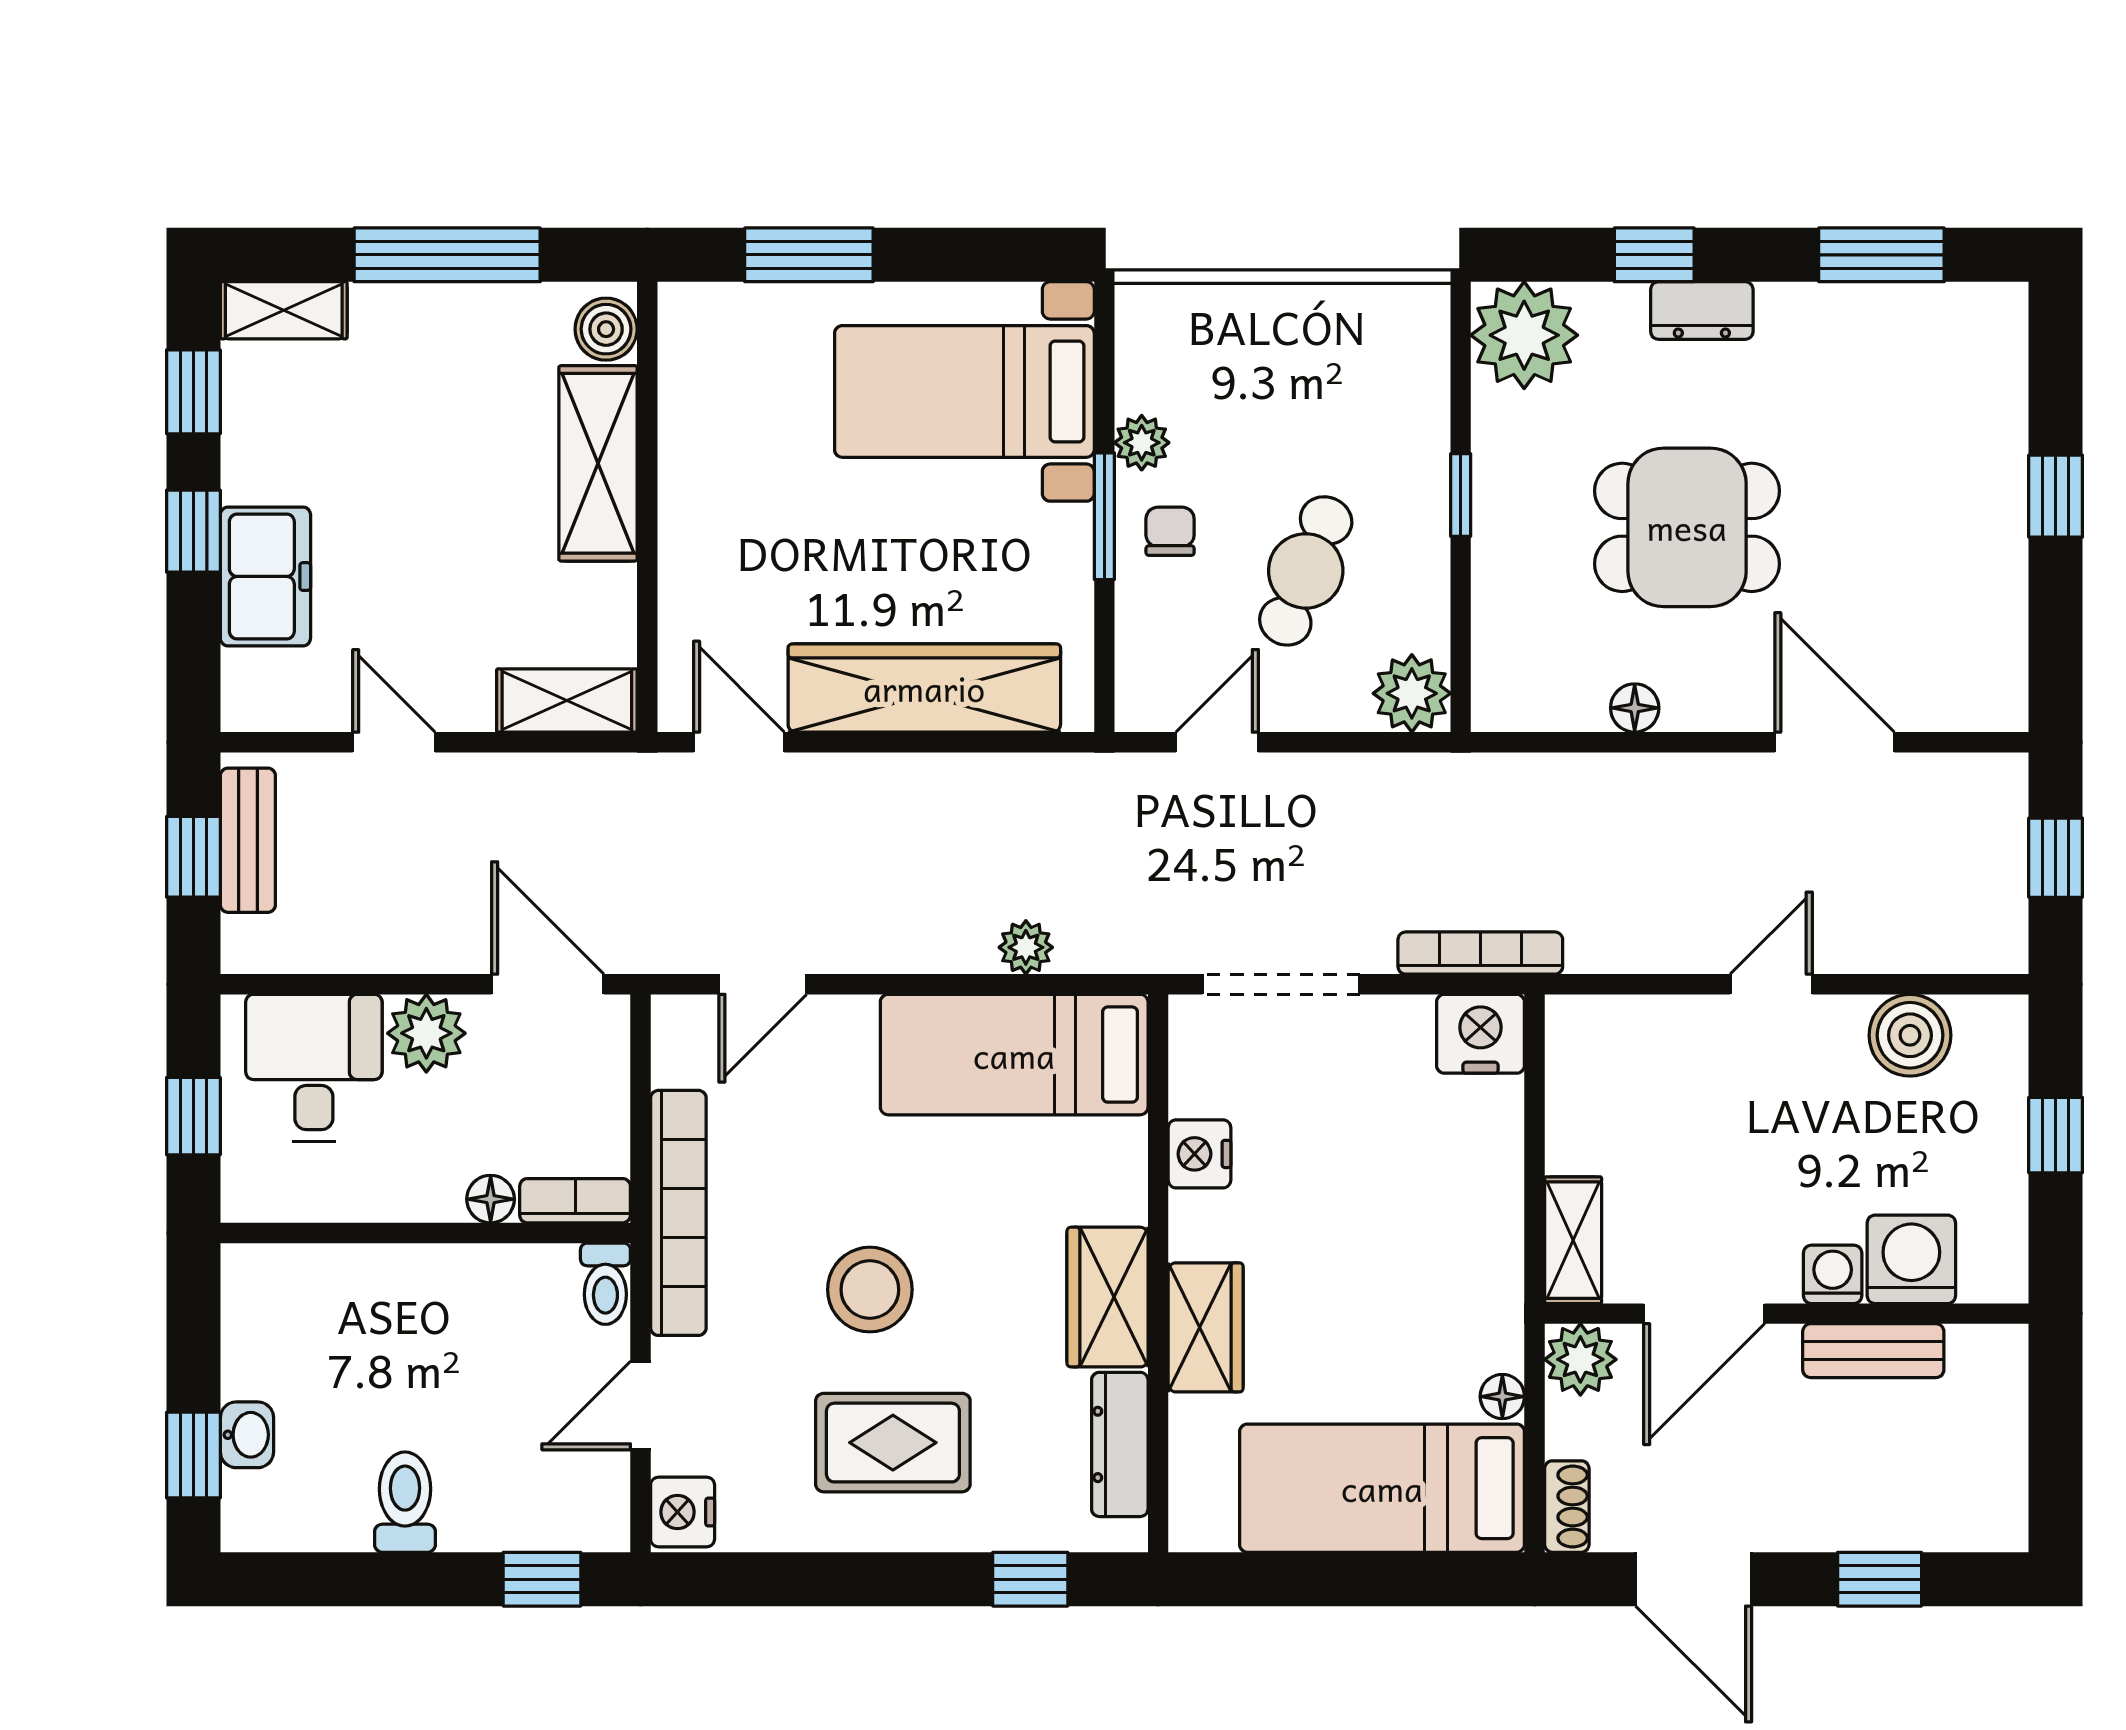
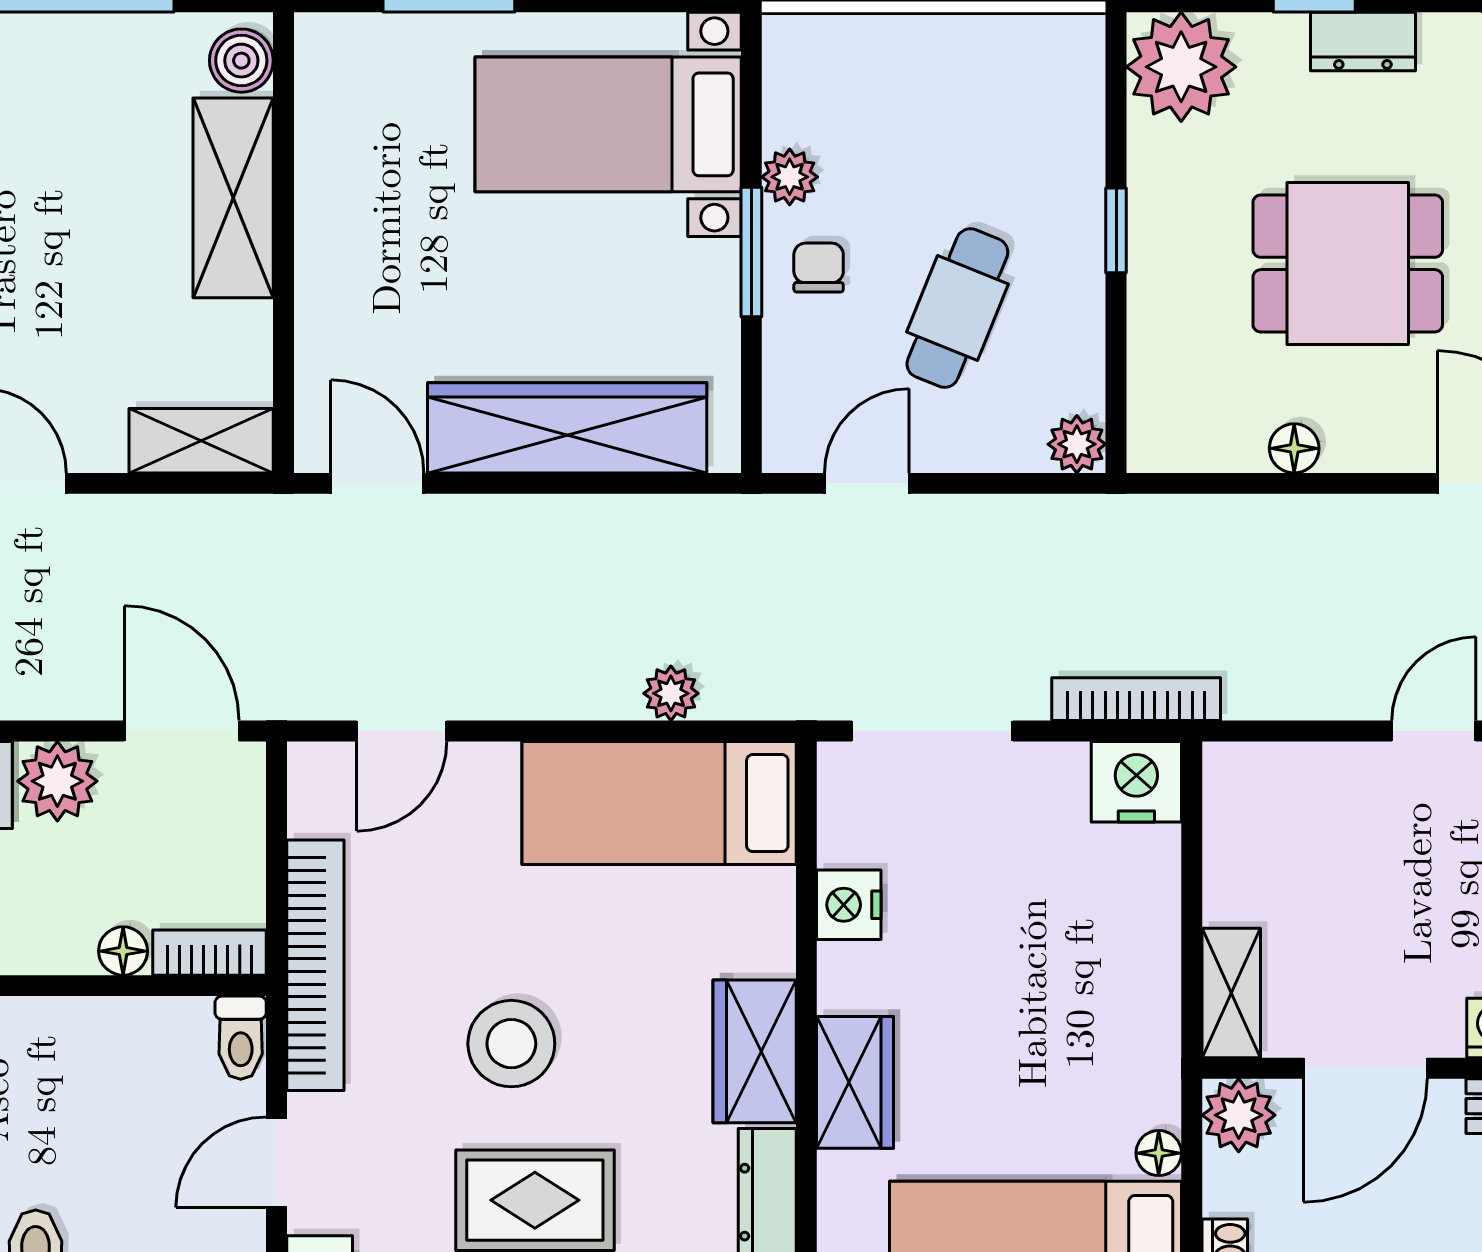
plant: (1412, 693) -> (1077, 444), width x0.73, depth x0.73

